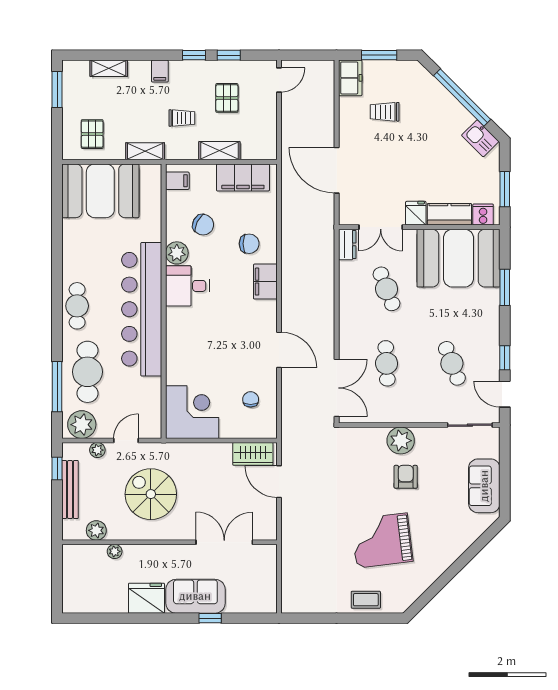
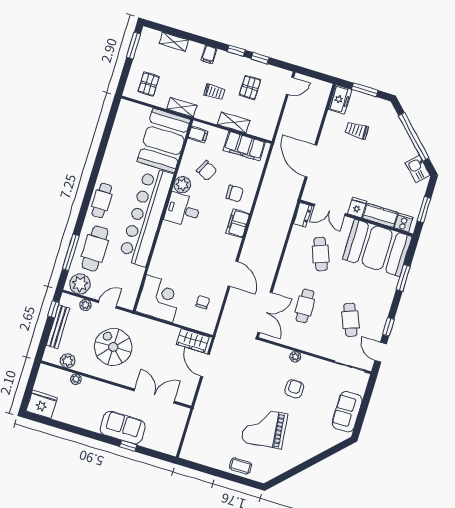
booth: (100, 191) -> (164, 141), moved, turned 90
plant: (401, 441) -> (295, 357), width x0.53, depth x0.53
fridge: (146, 598) -> (42, 404), moved

